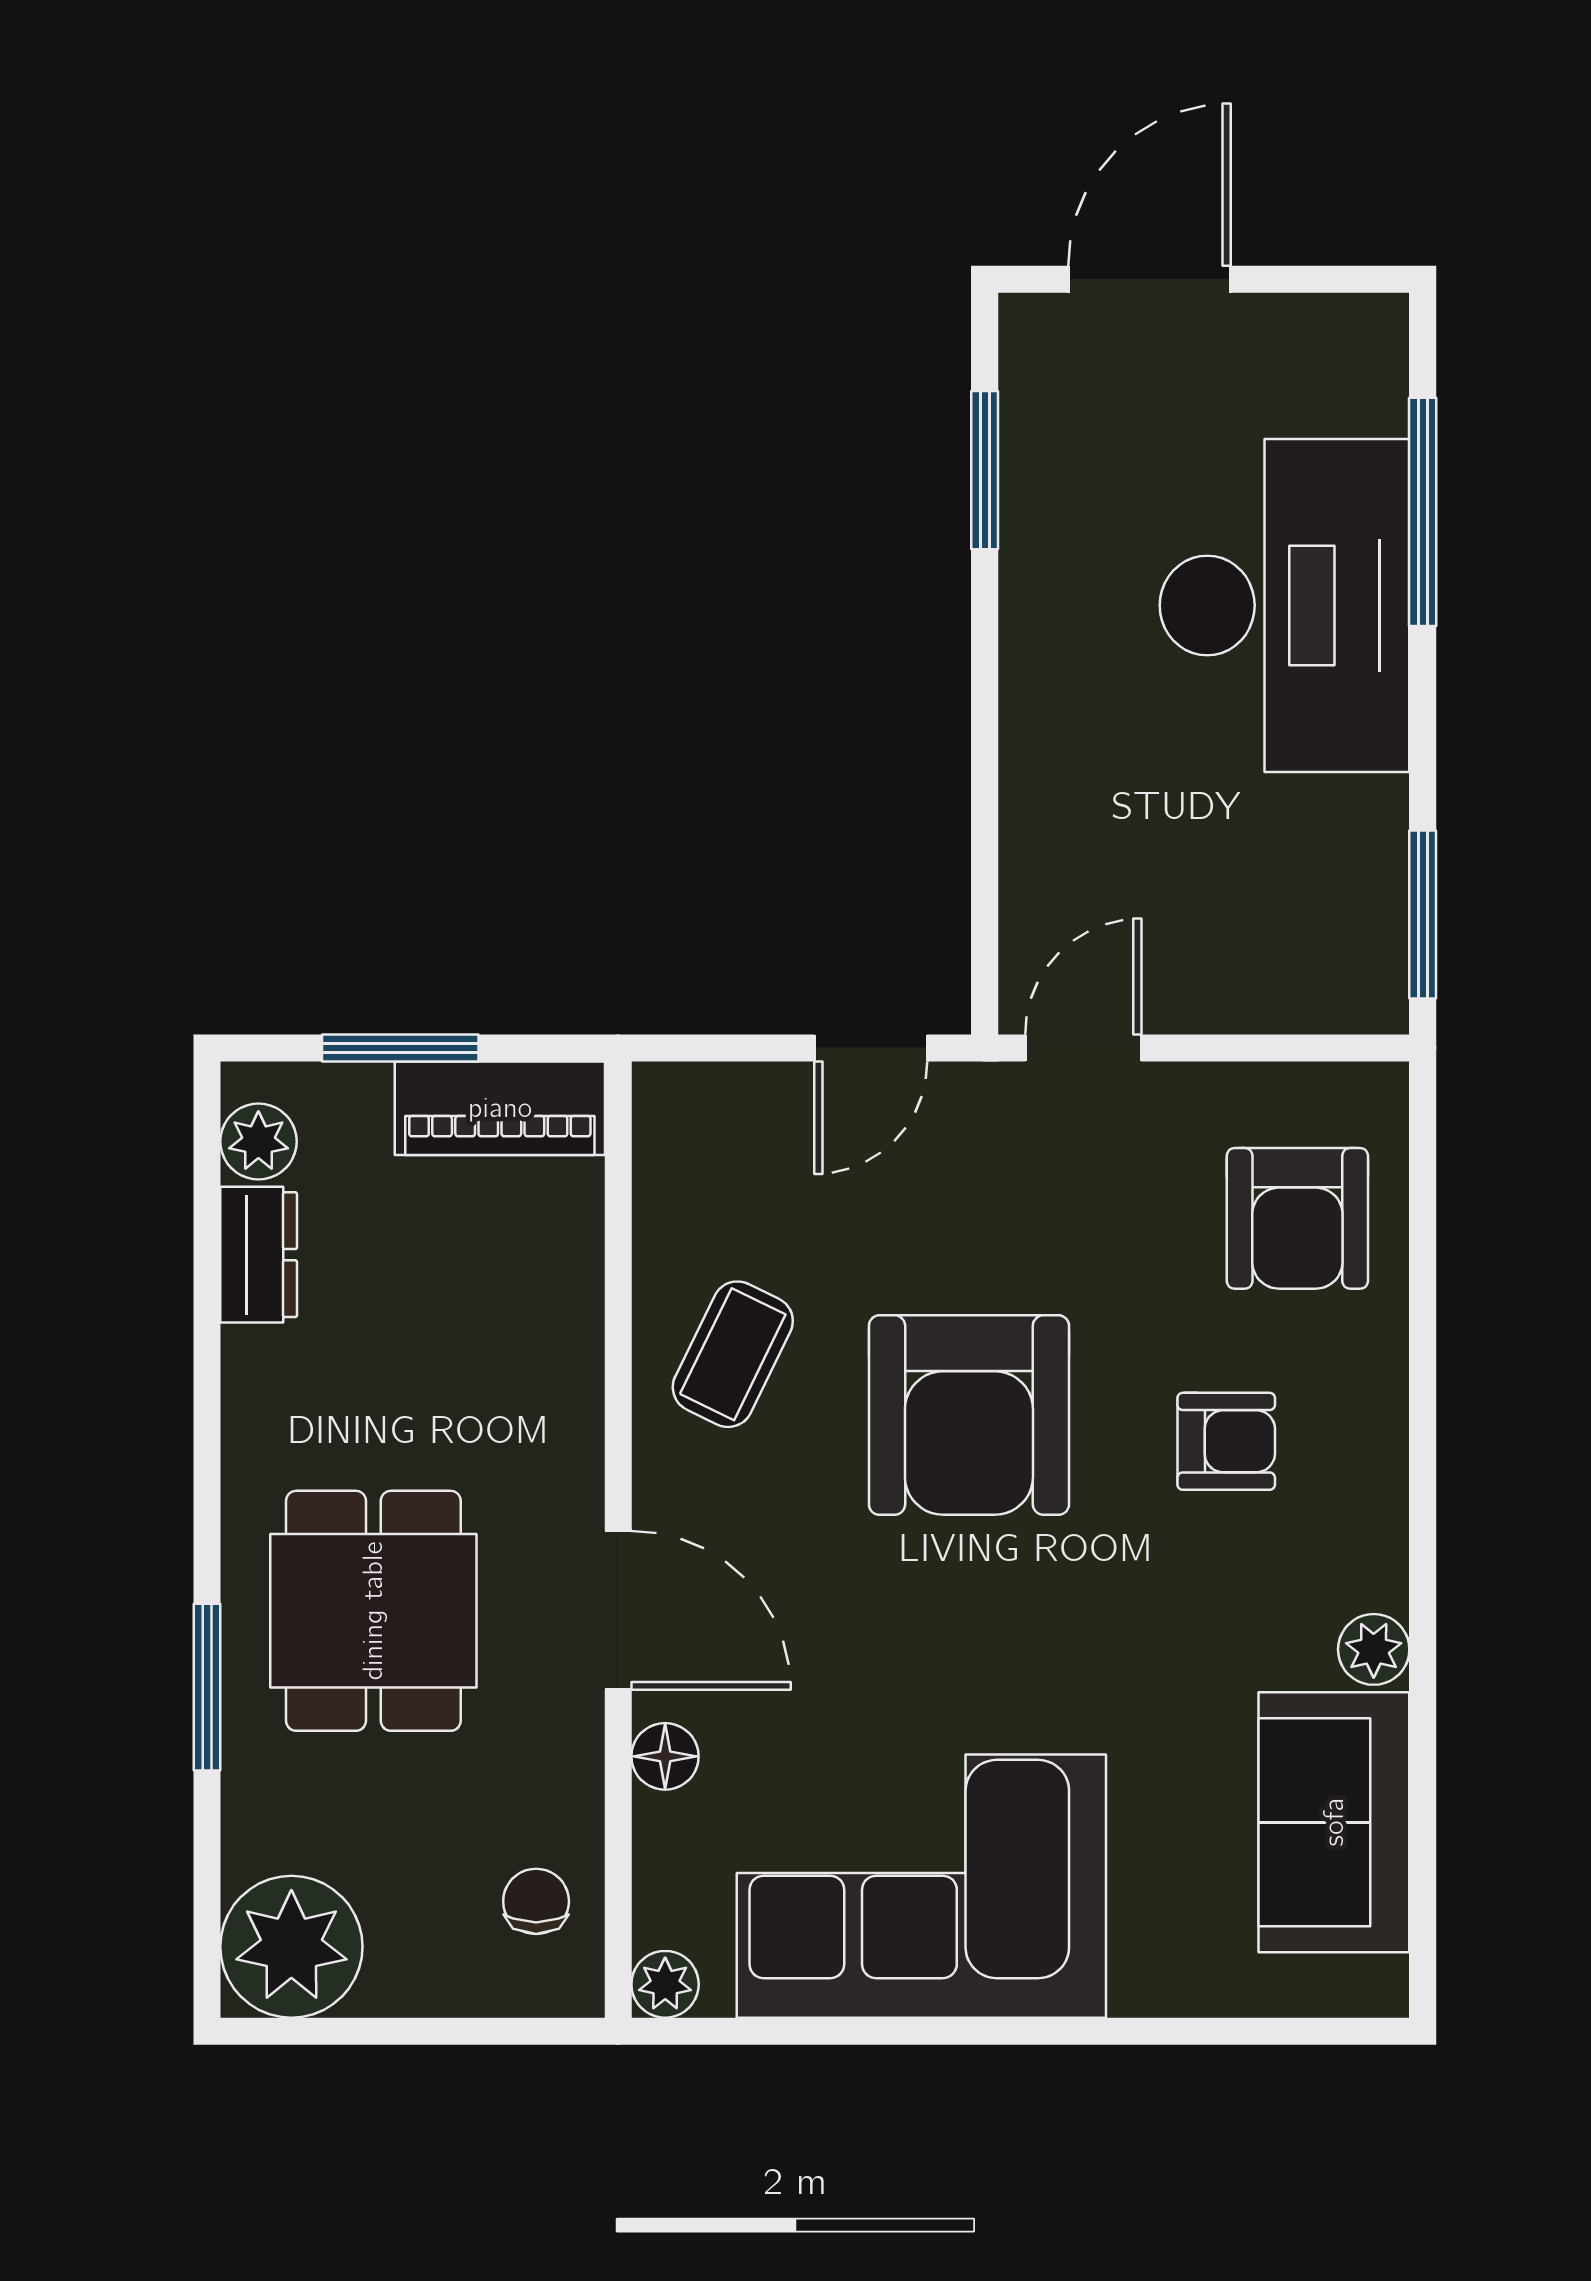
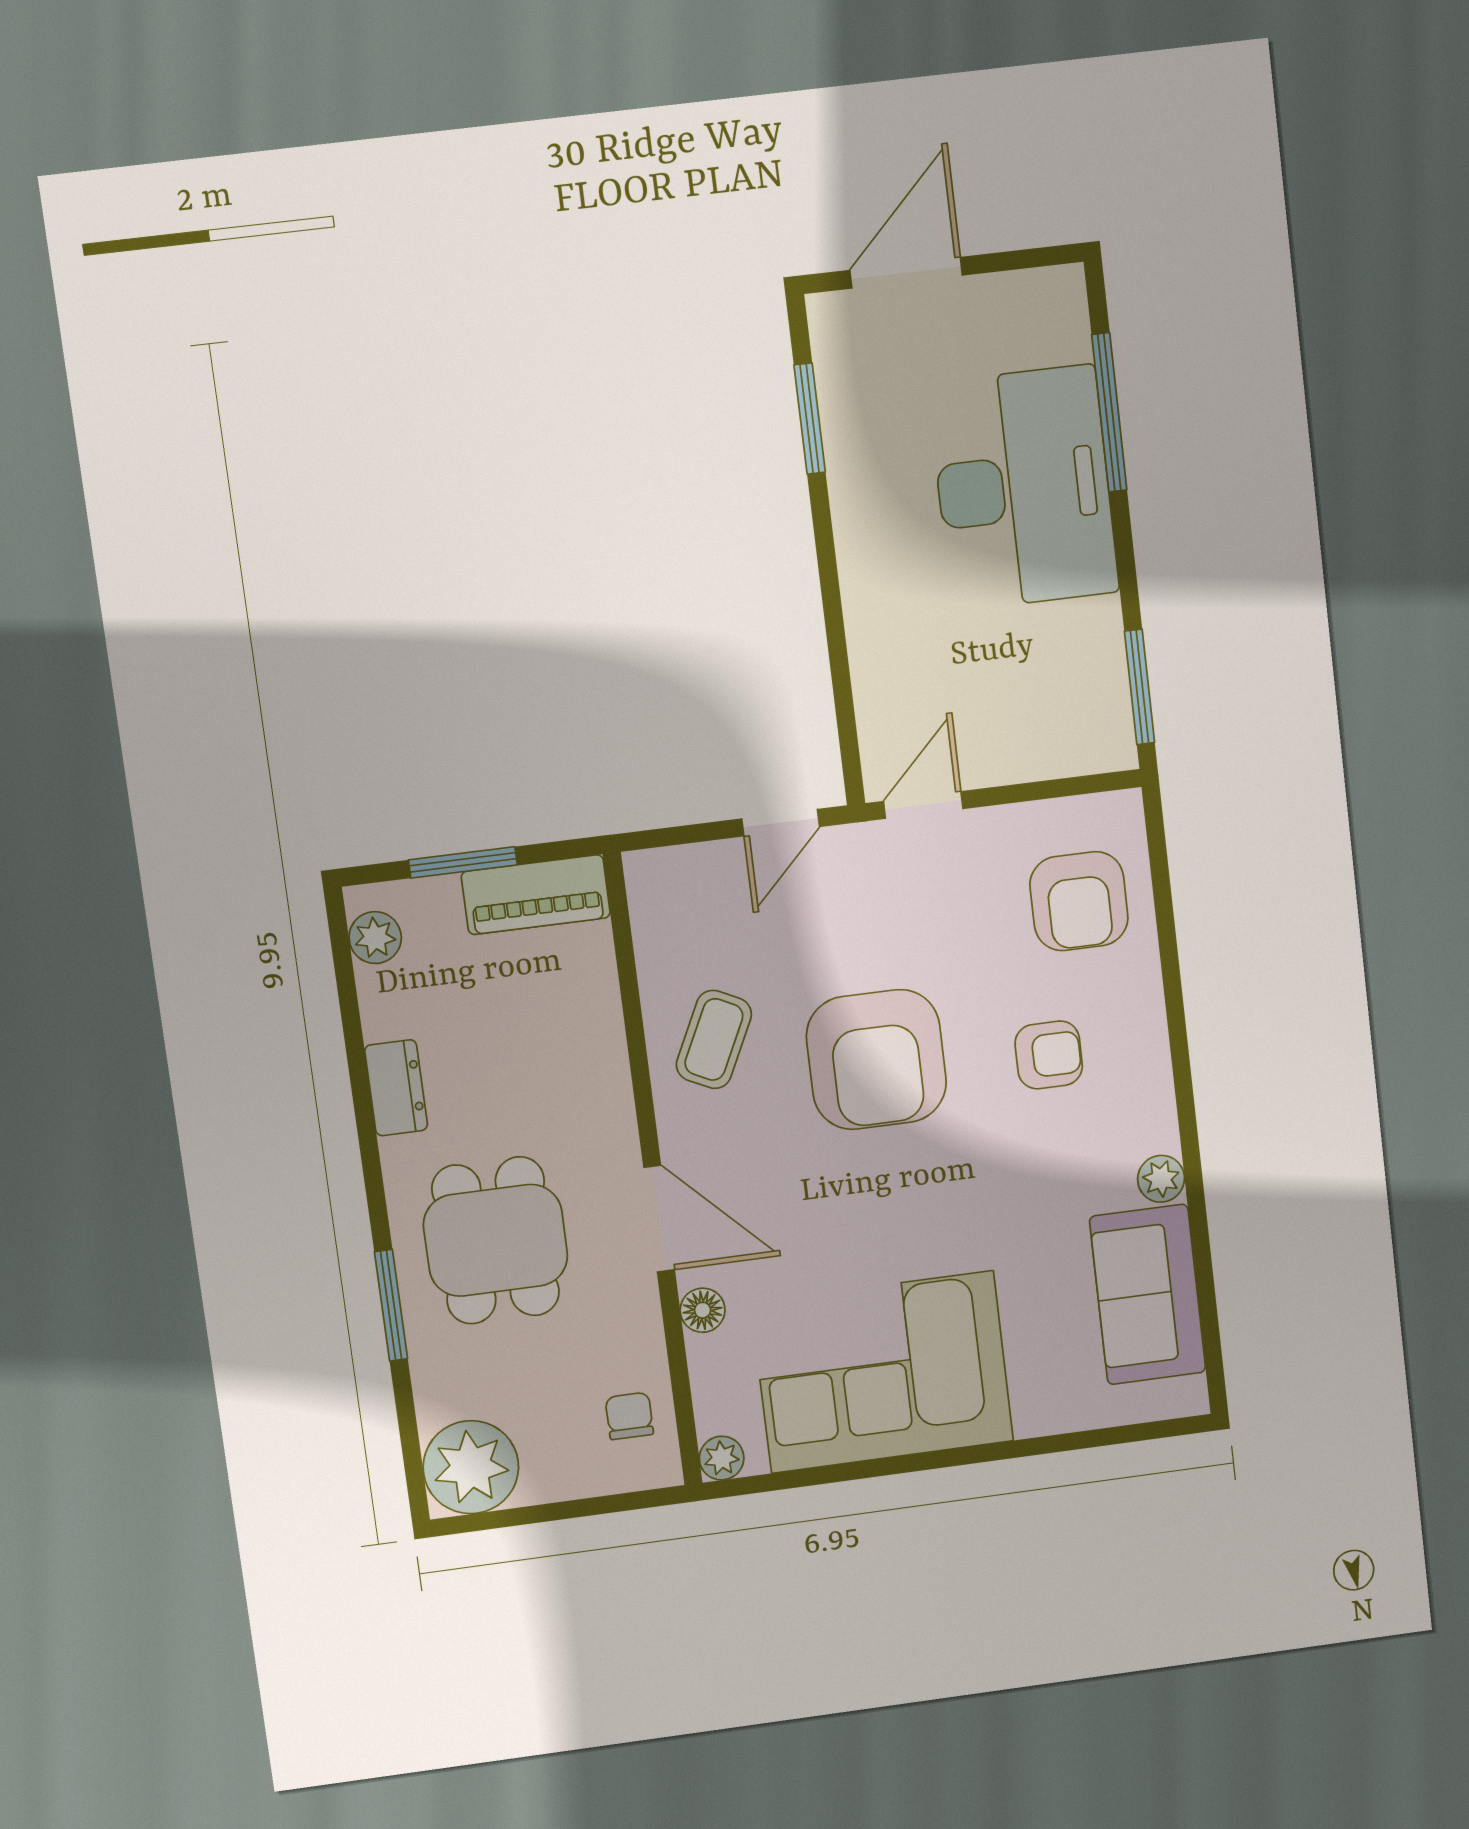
dresser: (259, 1255) -> (396, 1088), moved

